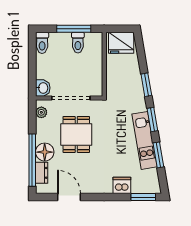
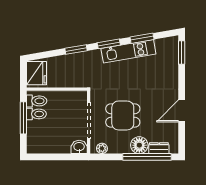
toilet: (42, 43) -> (37, 101), moved
dishwasher: (122, 185) -> (171, 73), removed
door: (69, 197) -> (182, 111), moved

